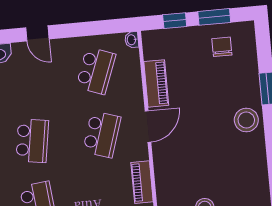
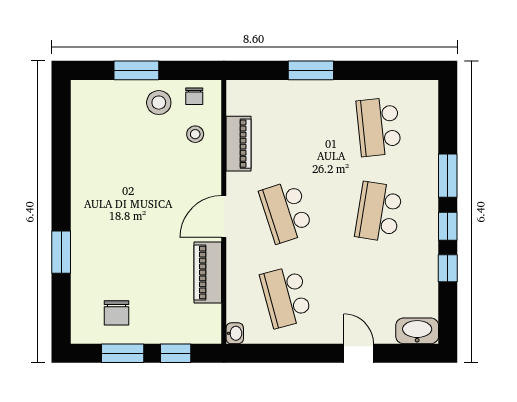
school desk: (96, 71) -> (286, 297), turned -36
stool: (246, 120) -> (195, 134), moved, width x0.53, depth x0.53
school desk: (102, 134) -> (286, 212), turned -36

